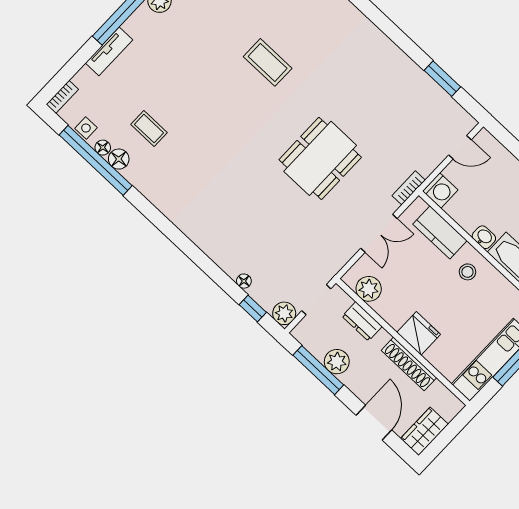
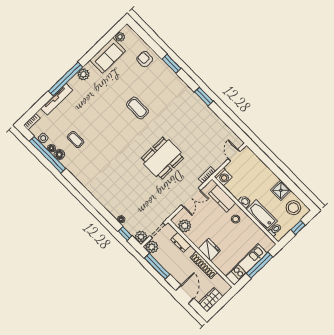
tv unit: (109, 51) -> (57, 99), width x1.41
window: (442, 79) -> (204, 96), moved
door: (460, 147) -> (234, 155), swing flipped
plant: (337, 362) -> (152, 247), moved

